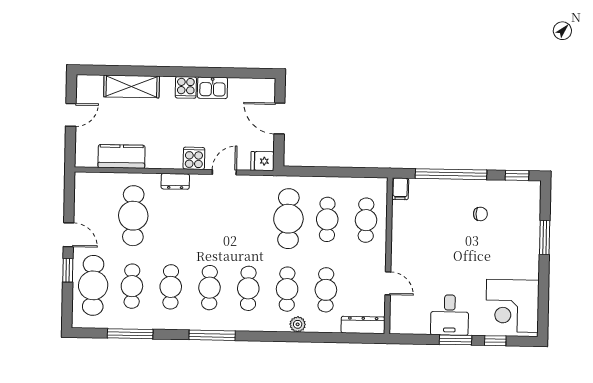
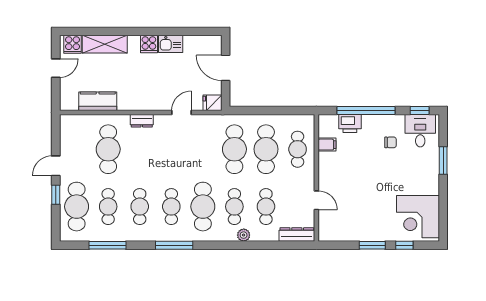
cooker: (194, 158) -> (73, 44), moved, turned 180
filing cabinet: (400, 189) -> (327, 145), moved, turned -90
printer: (431, 190) -> (350, 123), added
cafe table: (327, 219) -> (266, 149), width x1.37, depth x1.35
door: (69, 235) -> (56, 166), swing flipped
cafe table: (248, 288) -> (203, 207), width x1.37, depth x1.35
desk: (450, 315) -> (420, 131), moved, turned 180

